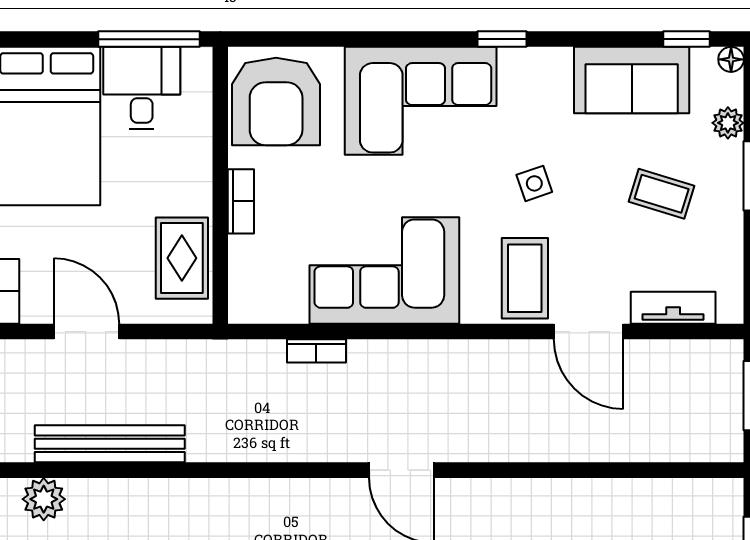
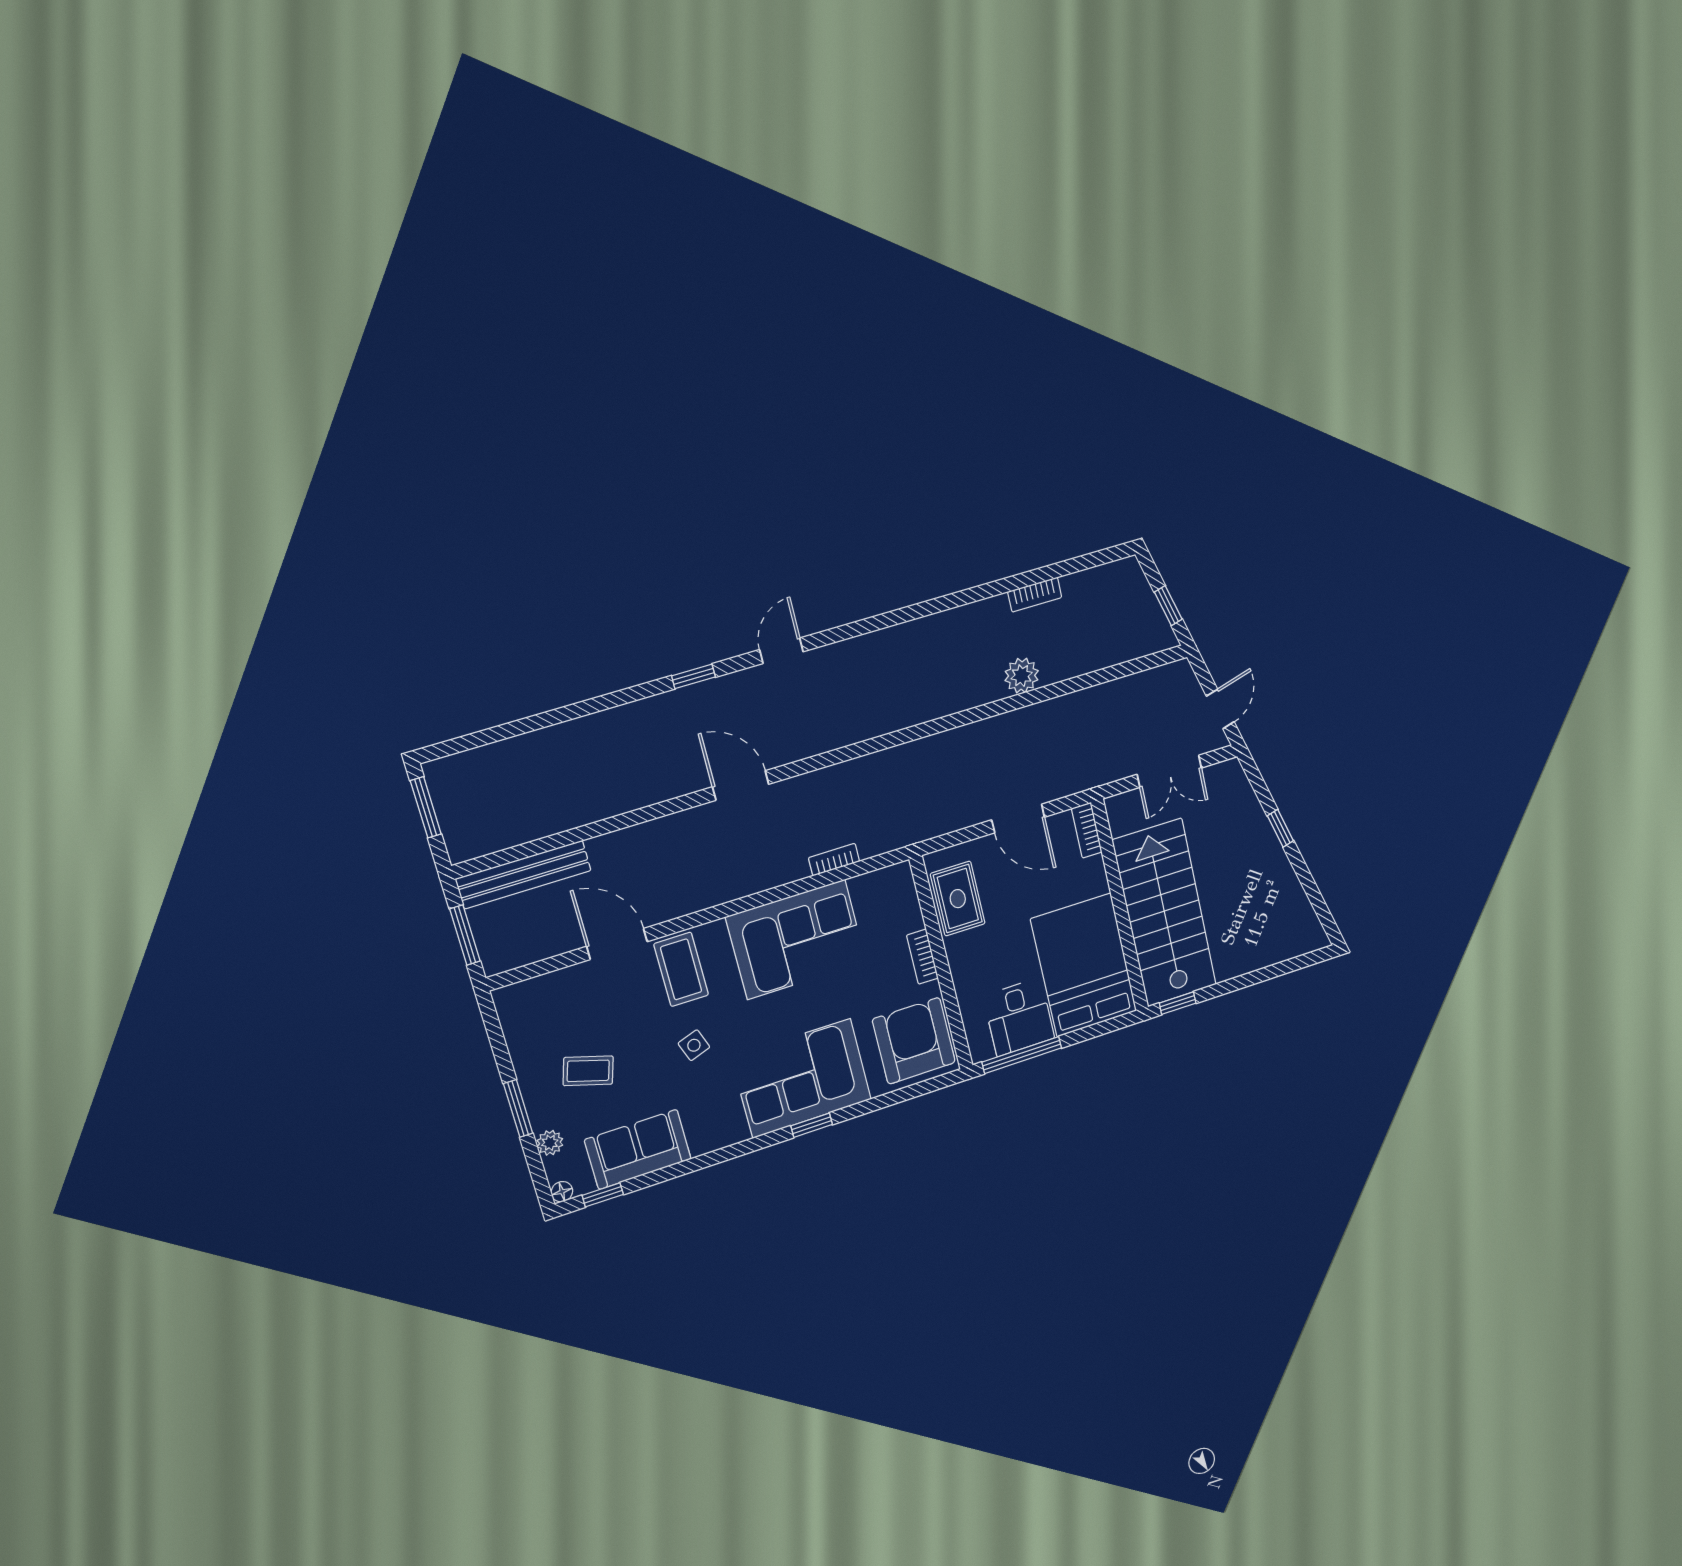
window: (502, 39) -> (812, 1125), moved
tv unit: (673, 308) -> (552, 985), removed
bench: (110, 444) -> (523, 875), moved

